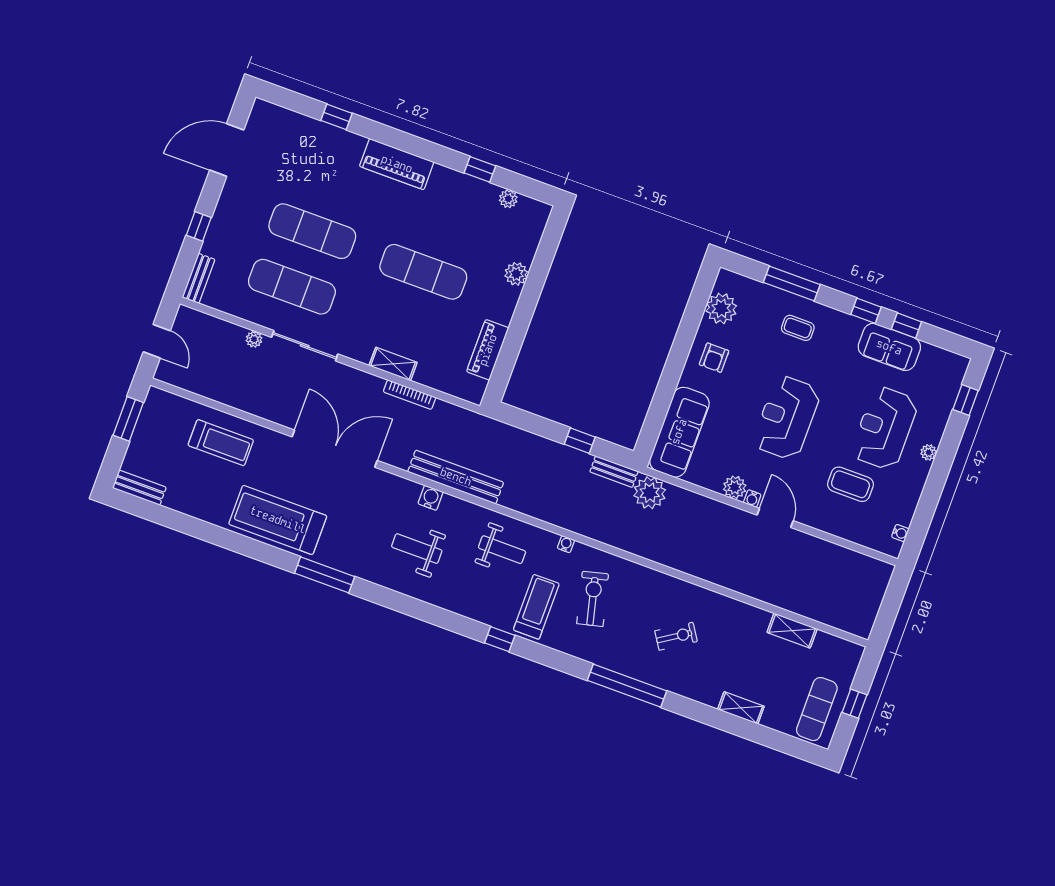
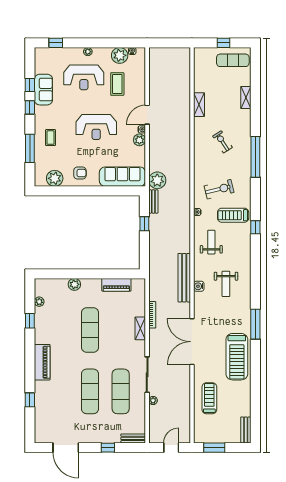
plant: (901, 507) -> (120, 55), added
exercise bike: (593, 599) -> (219, 189), turned 180
shelving: (792, 631) -> (199, 105), moved

